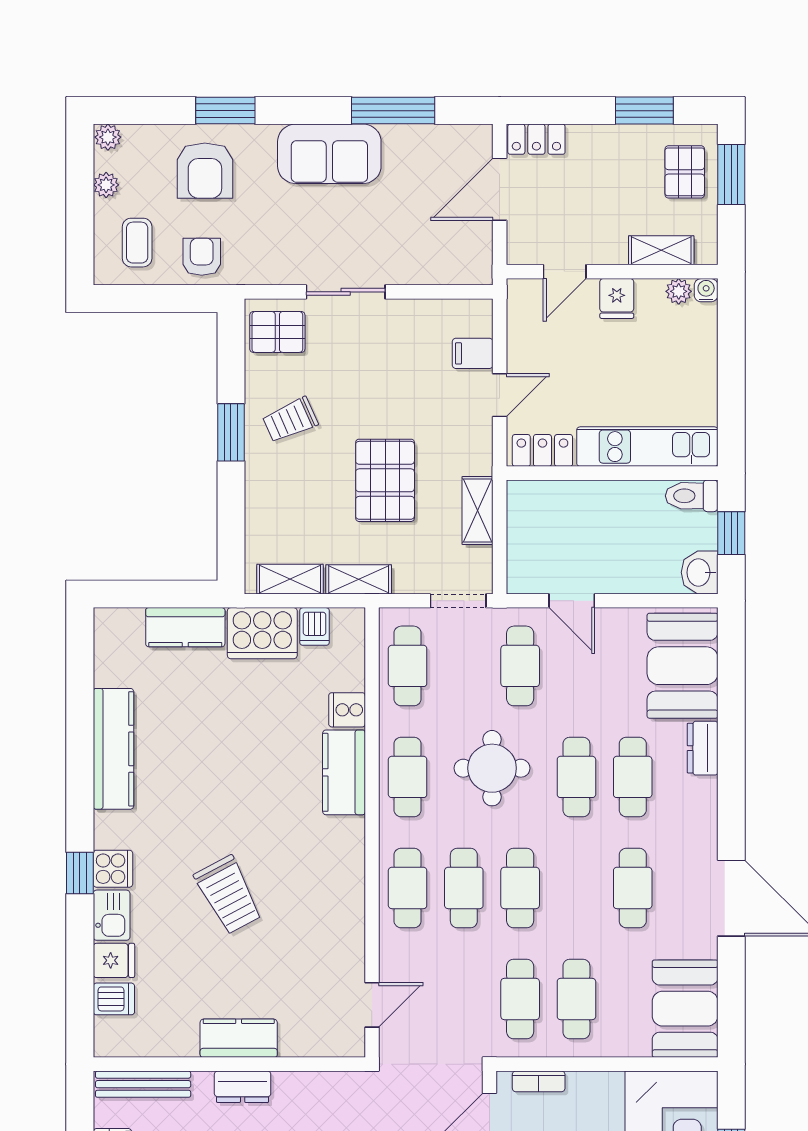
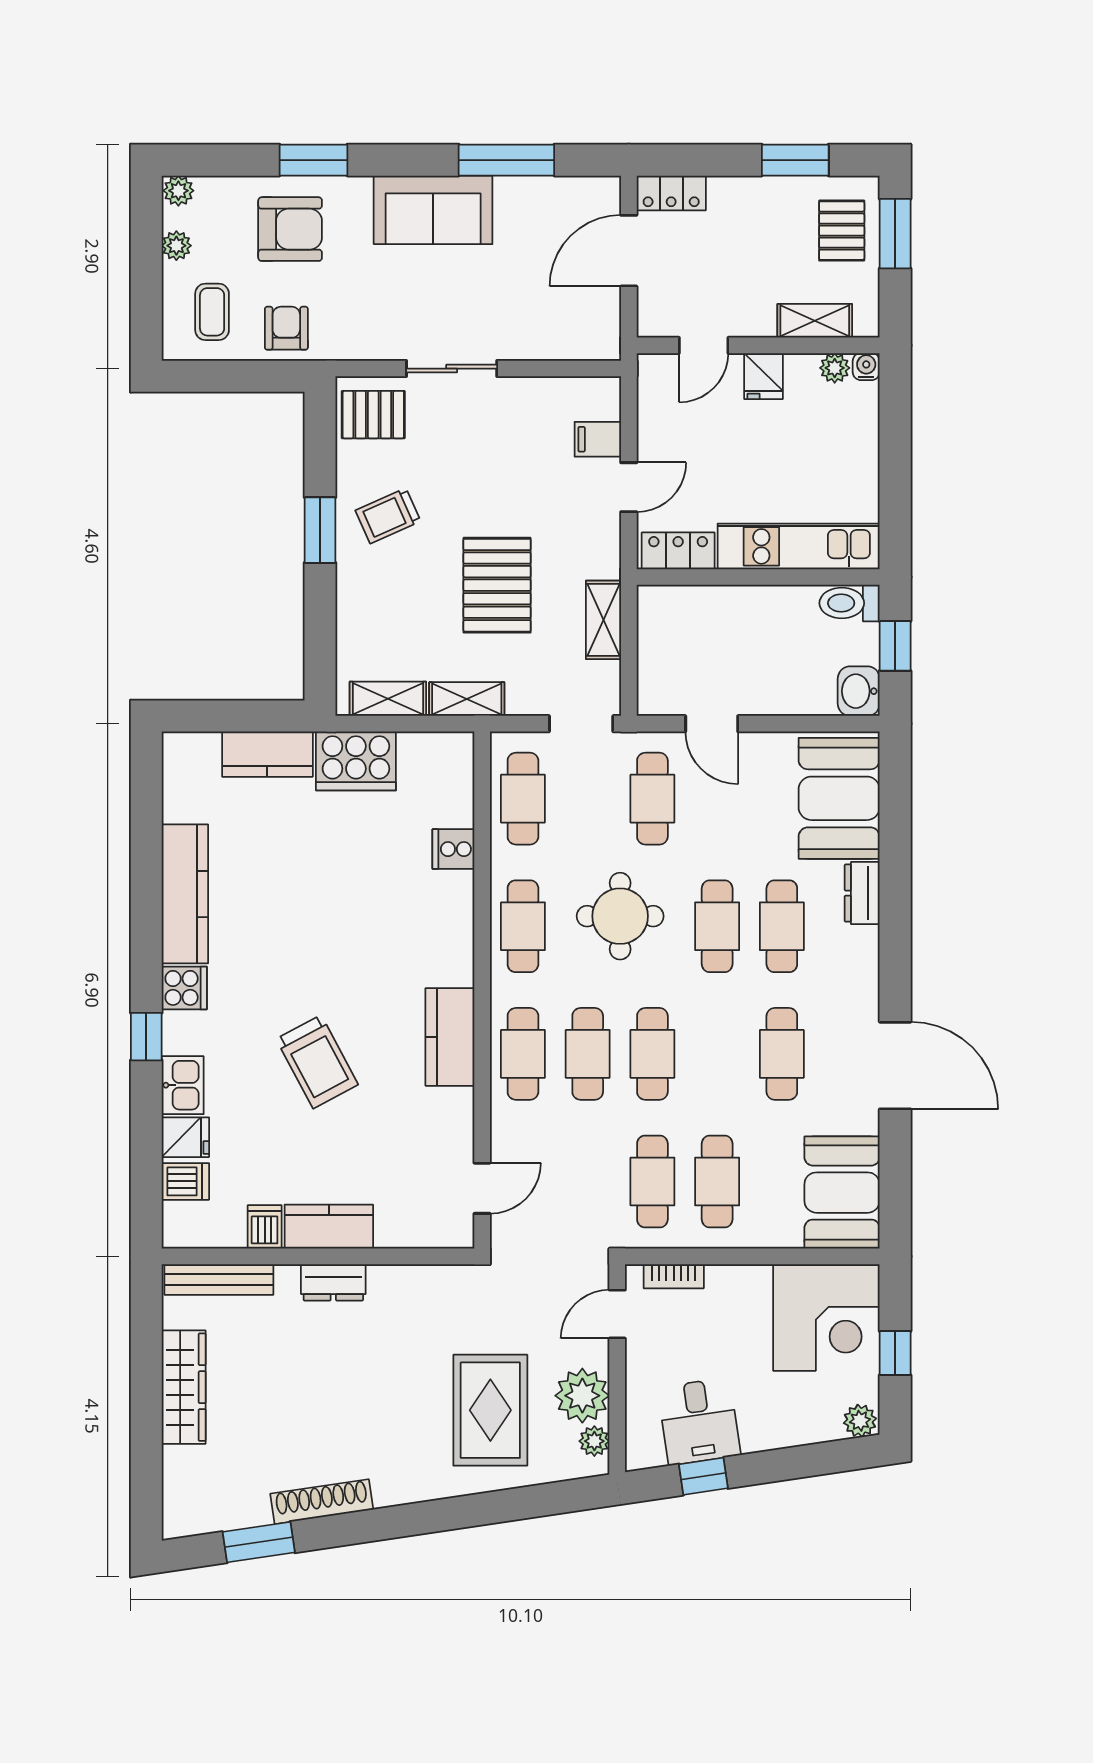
armchair: (205, 171) -> (290, 229), turned -90
dishwasher: (315, 626) -> (265, 1227), moved, turned 180
kitchen counter: (344, 772) -> (450, 1037), moved
cooker: (113, 869) -> (184, 988), moved

